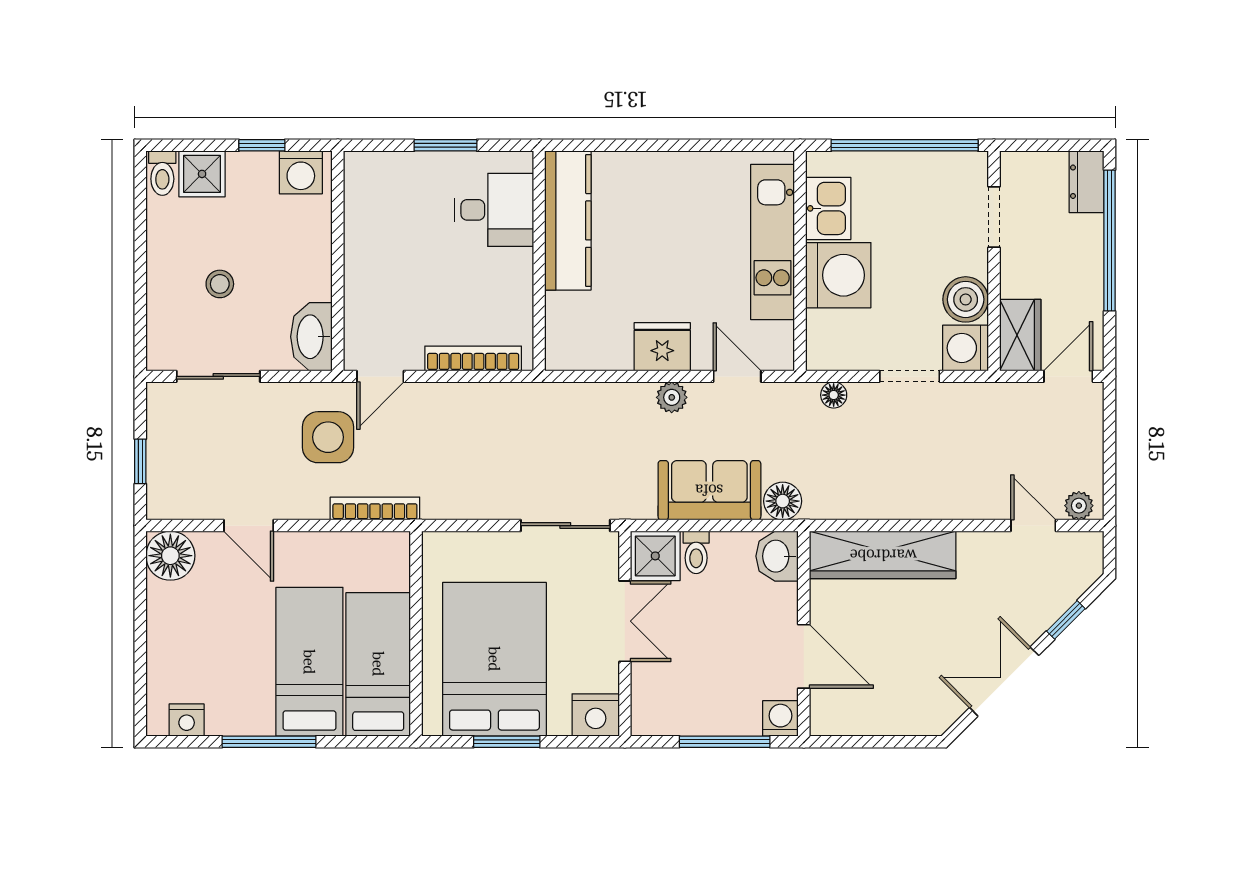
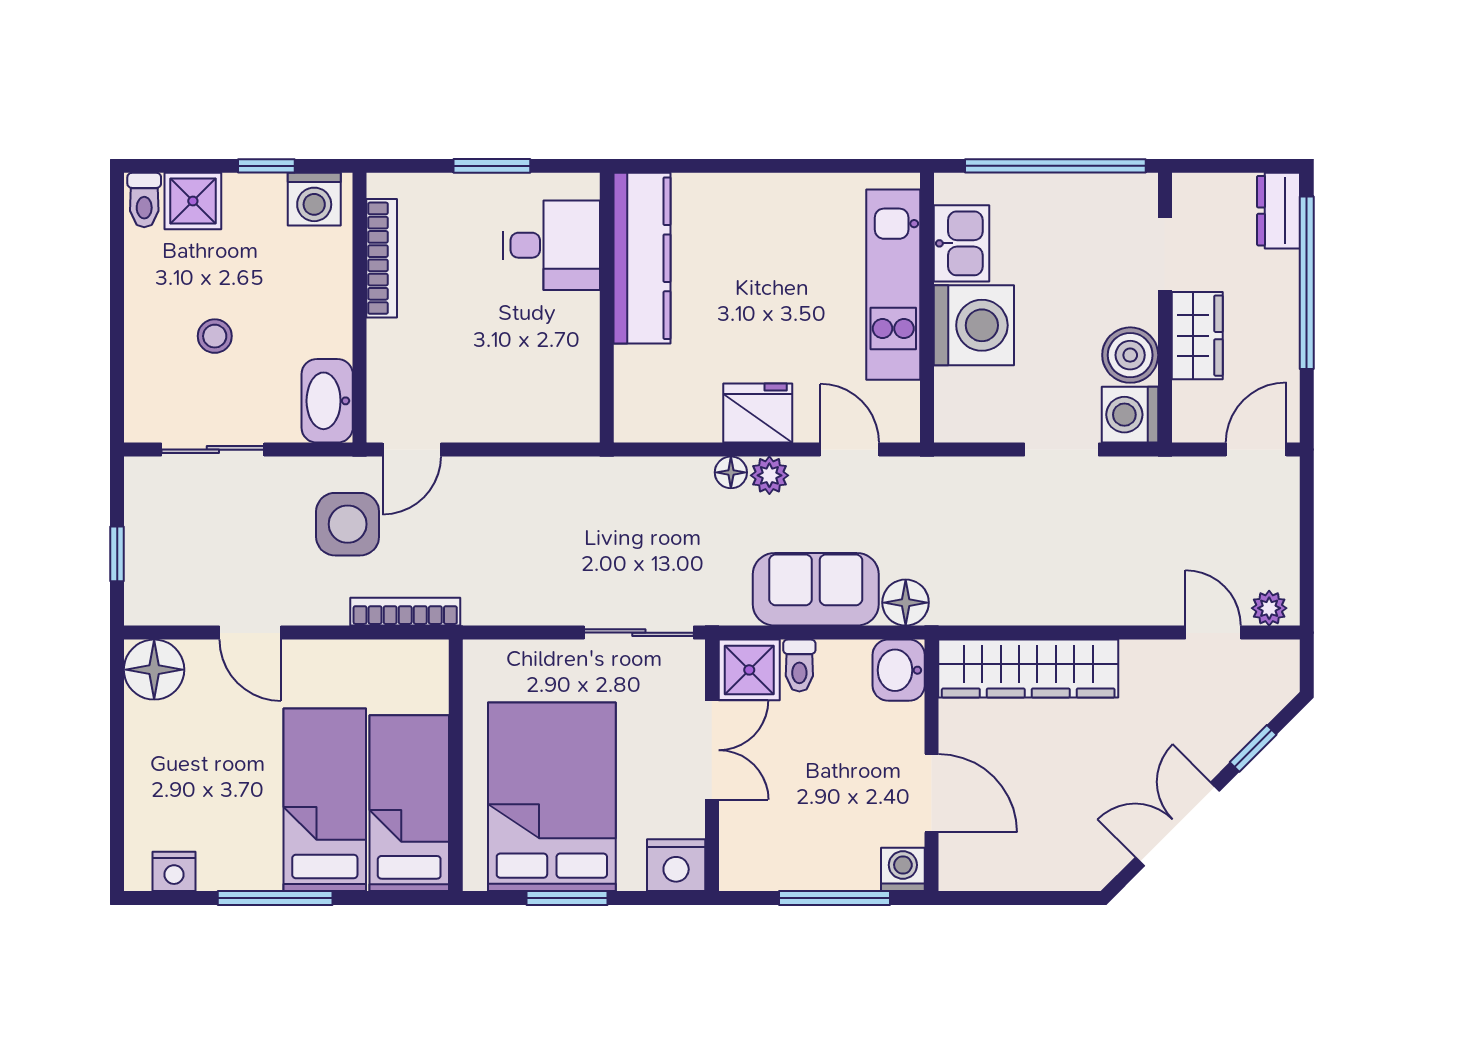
wardrobe: (1020, 335) -> (1197, 336), moved
bookcase: (473, 358) -> (382, 258), moved, turned 90
floor lamp: (834, 395) -> (731, 472), moved

